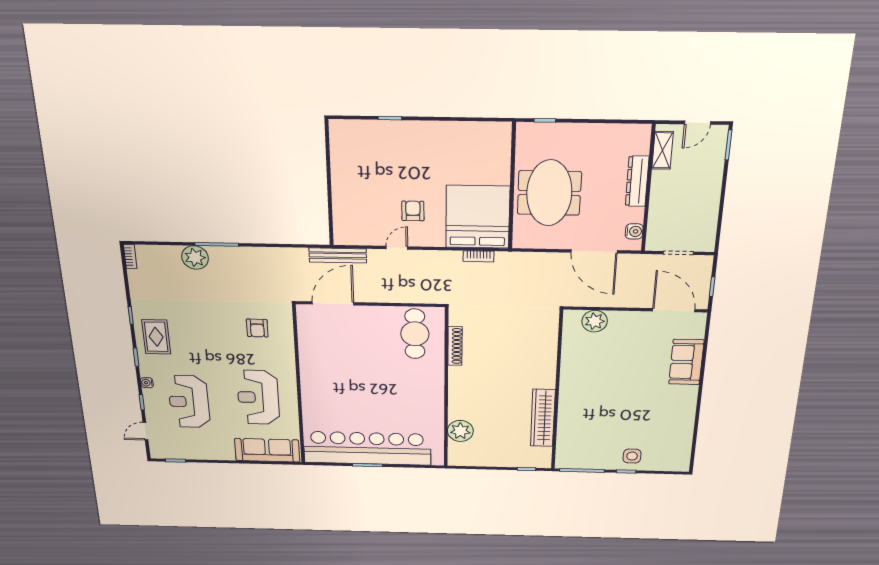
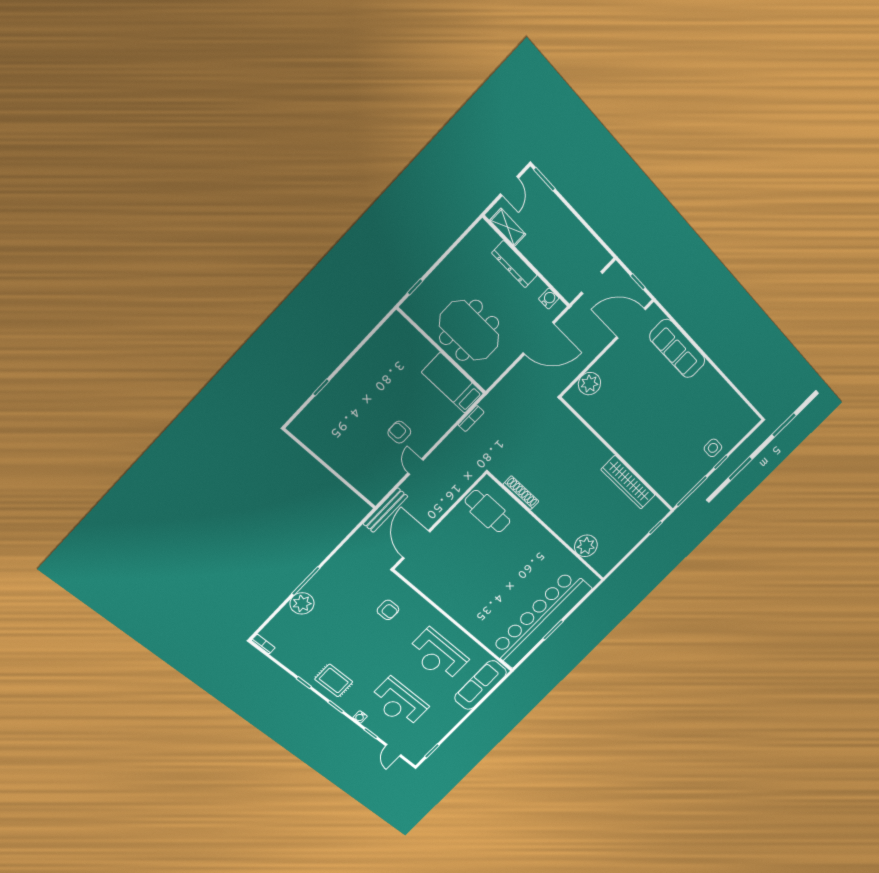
bed: (478, 217) -> (453, 383), width x0.49
sofa: (686, 362) -> (677, 349), width x1.36

